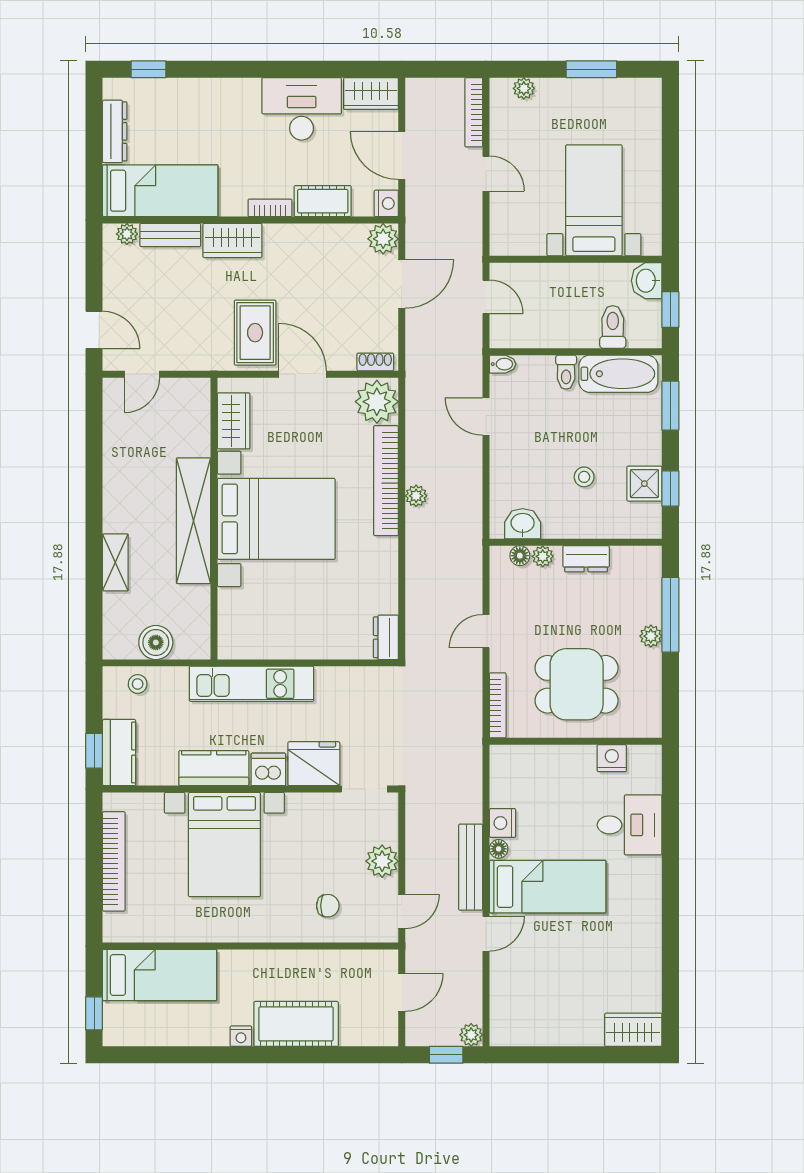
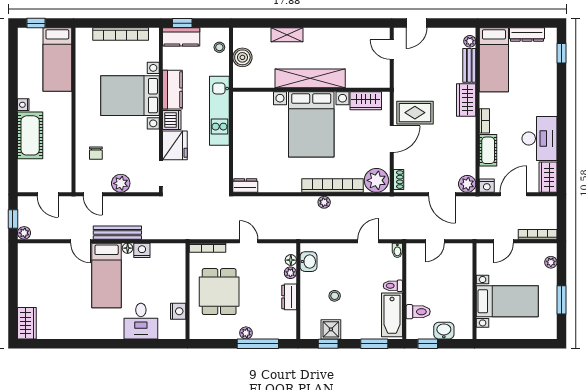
bed with nightstands: (594, 200) -> (507, 301), moved
wall: (576, 259) -> (474, 291), moved

